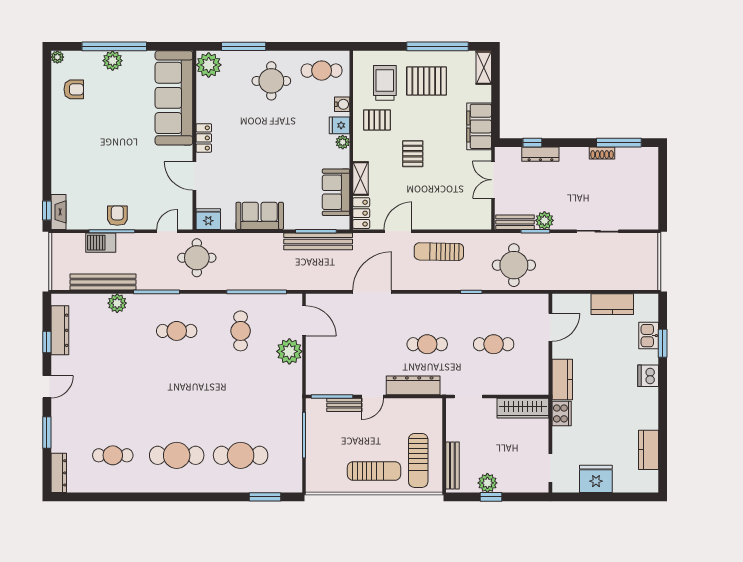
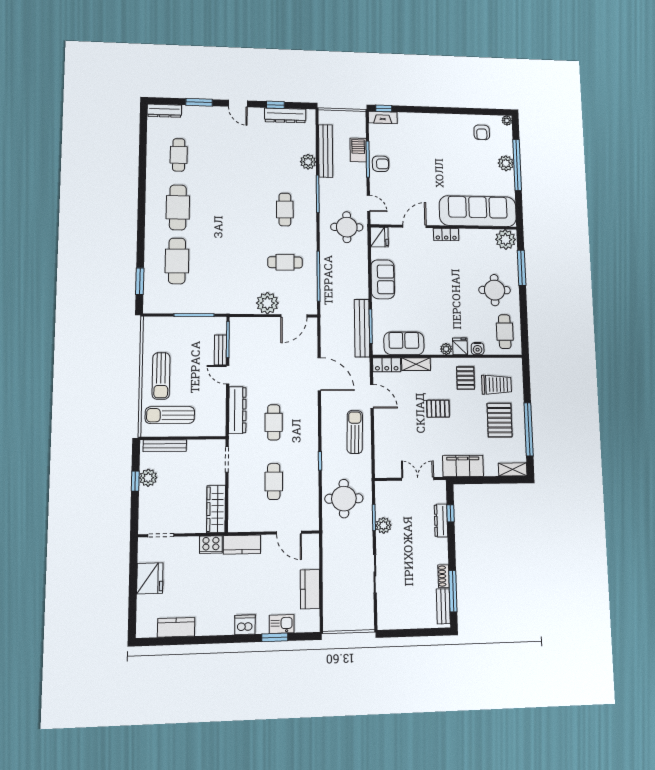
bench: (515, 222) -> (443, 606), moved

